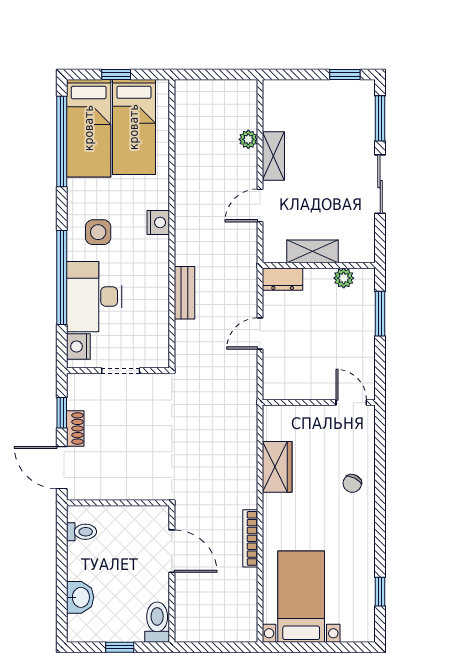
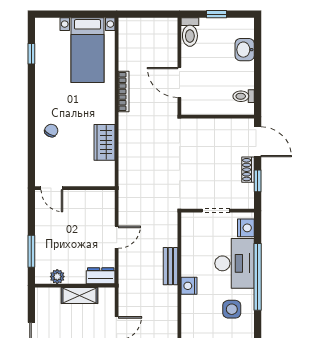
nightstand: (158, 222) -> (189, 286), moved

